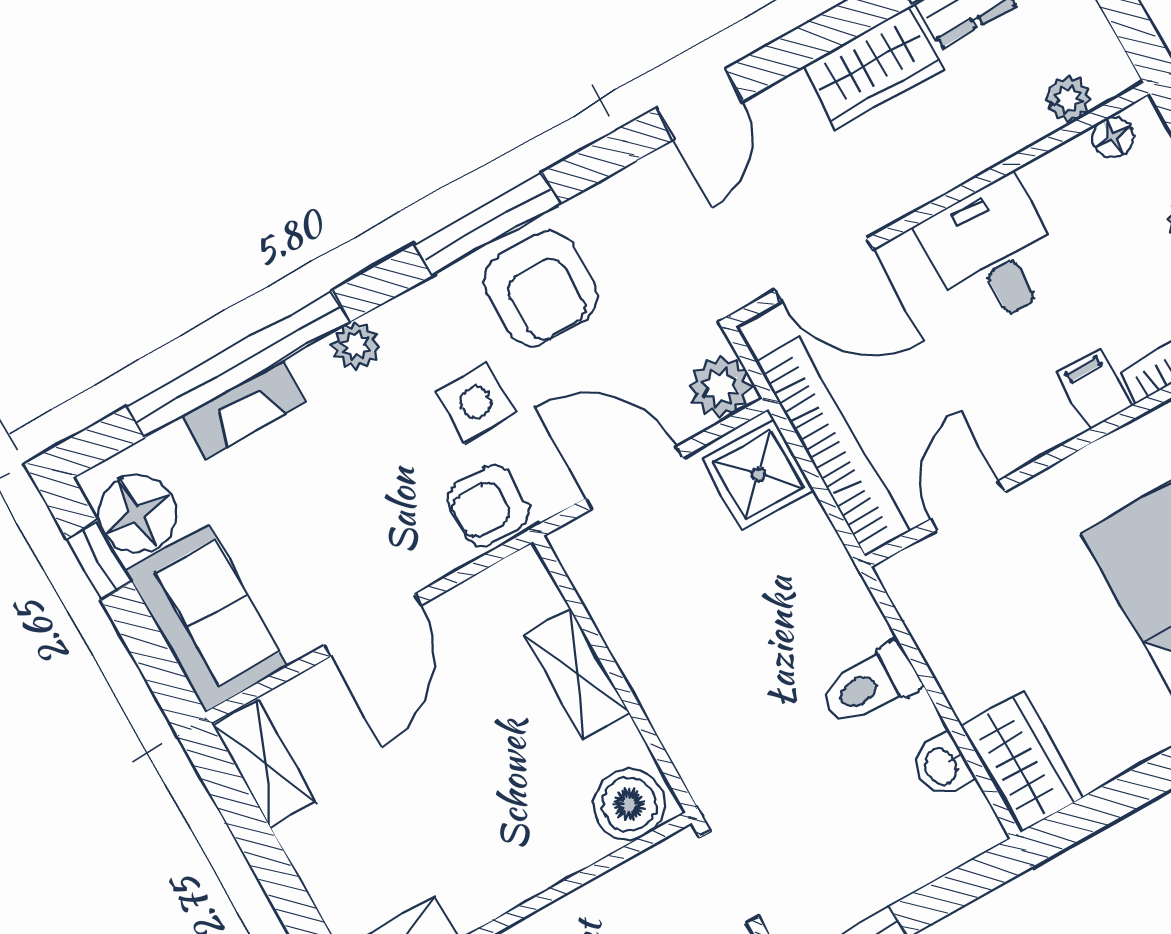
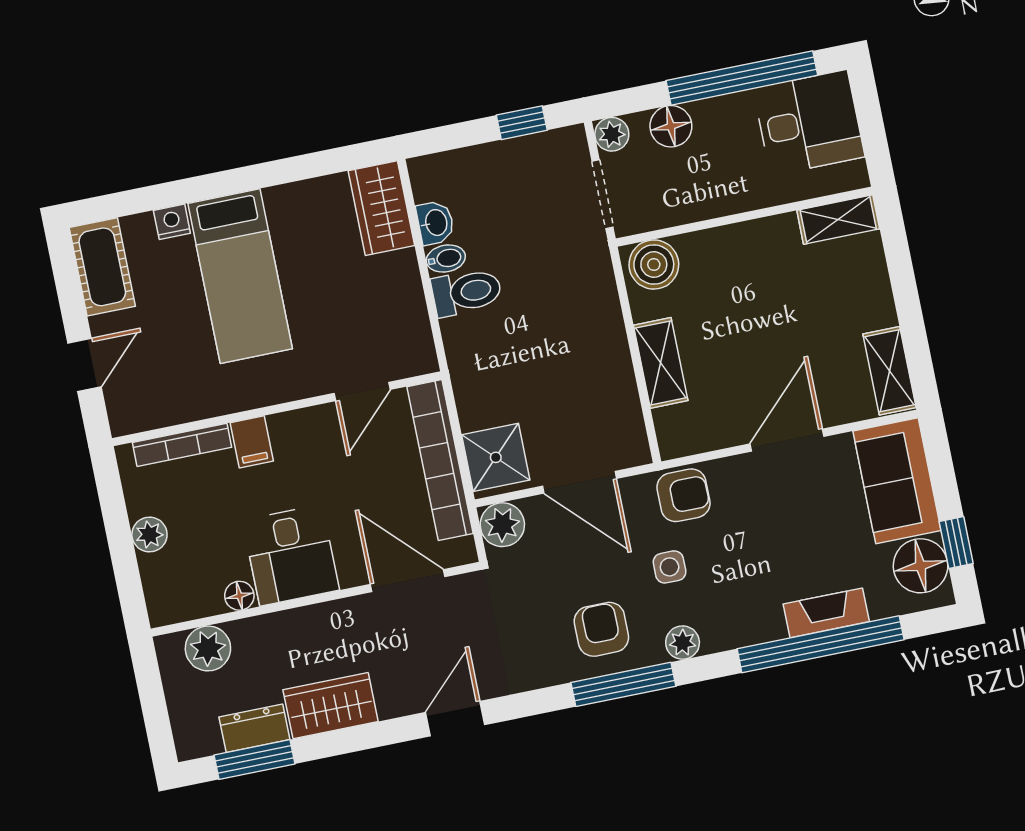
plant: (1068, 99) -> (208, 648), width x1.38, depth x1.38
floor lamp: (1113, 137) -> (239, 596), moved
armchair: (541, 289) -> (601, 629), width x0.72, depth x0.72
plant: (356, 345) -> (683, 643), moved
side table: (476, 403) -> (670, 567), width x0.73, depth x0.73
bidet: (913, 722) -> (446, 259), added

